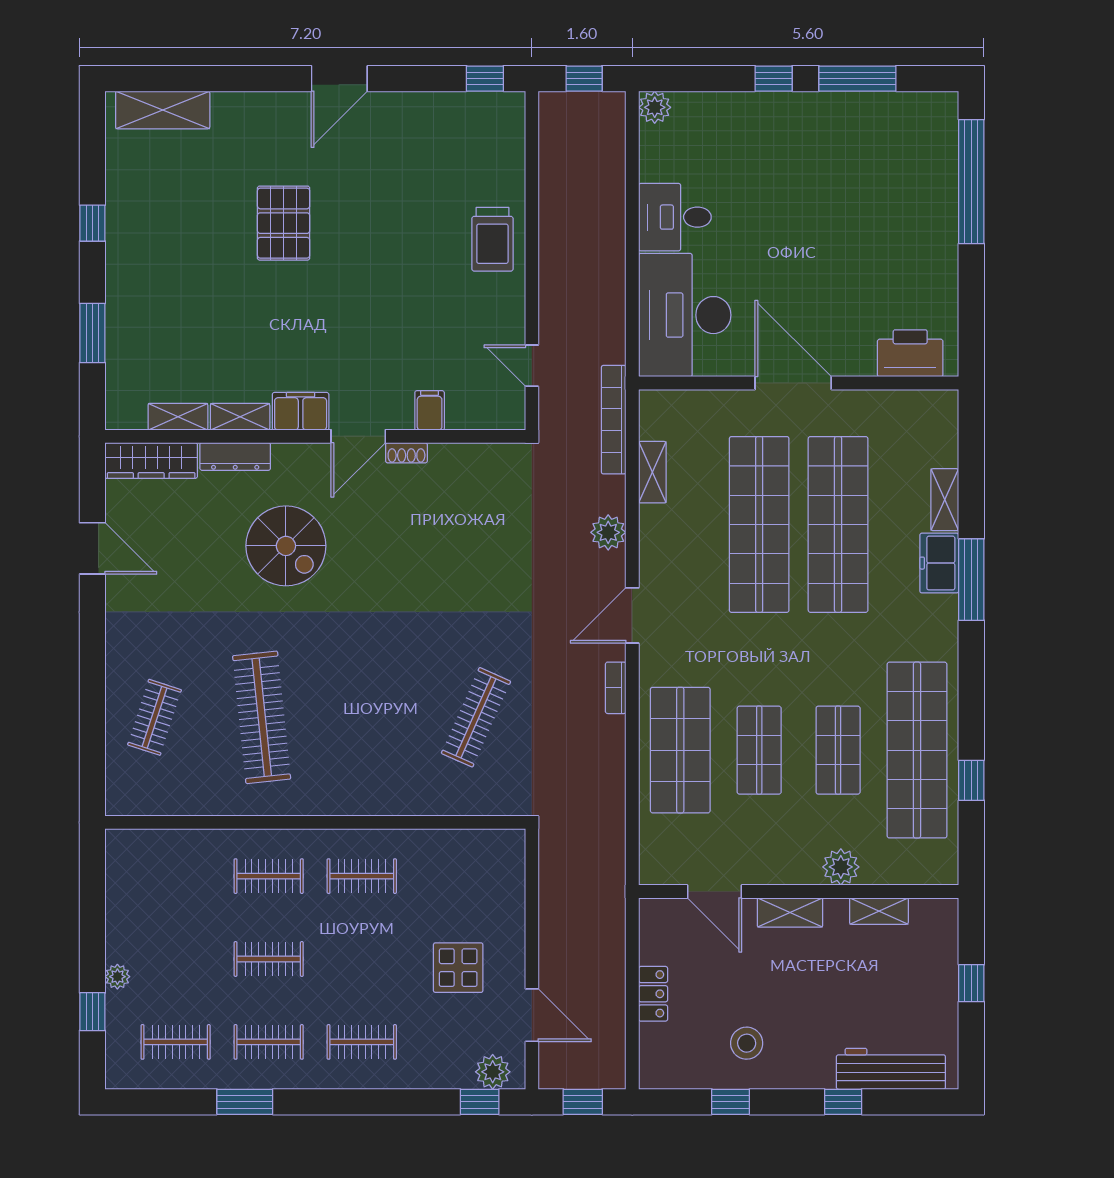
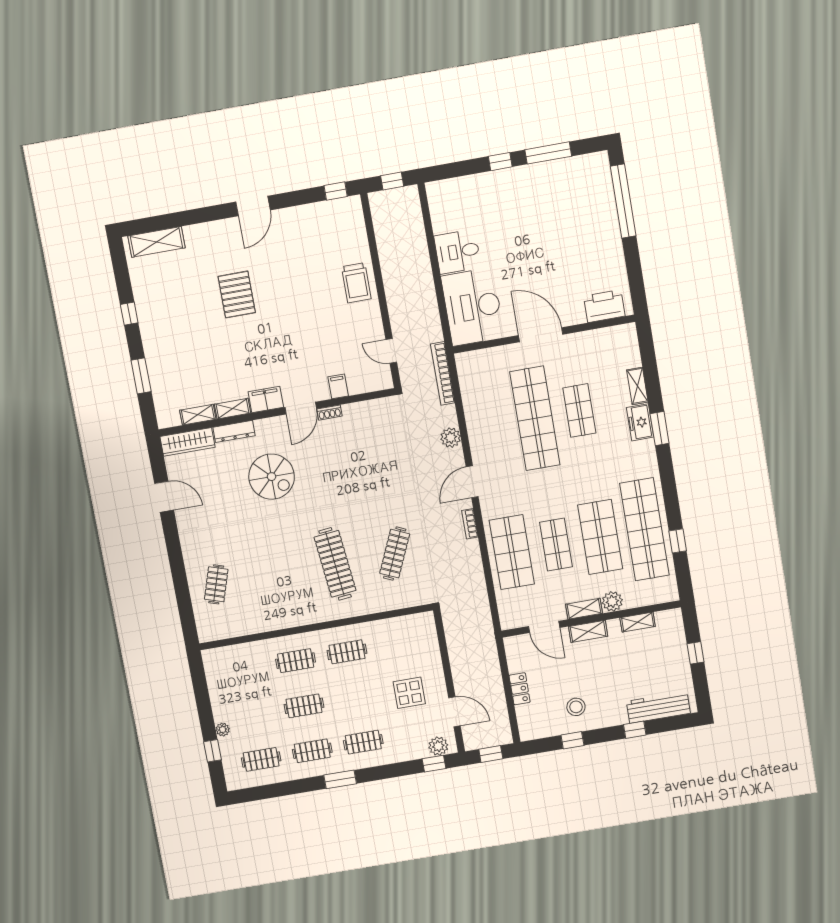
plant: (655, 107) -> (435, 190), removed
shelving: (652, 472) -> (584, 609), moved, turned 90
shop shelf: (838, 524) -> (579, 411), width x0.50, depth x0.74
window: (971, 580) -> (660, 429), width x0.69
clothes rail: (262, 717) -> (335, 564), moved
shop shelf: (838, 750) -> (600, 537), width x1.43, depth x1.36
window: (245, 1102) -> (340, 779), moved

